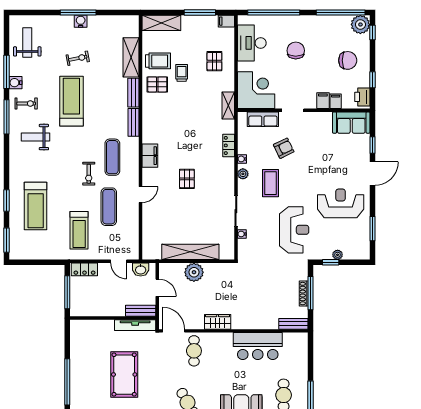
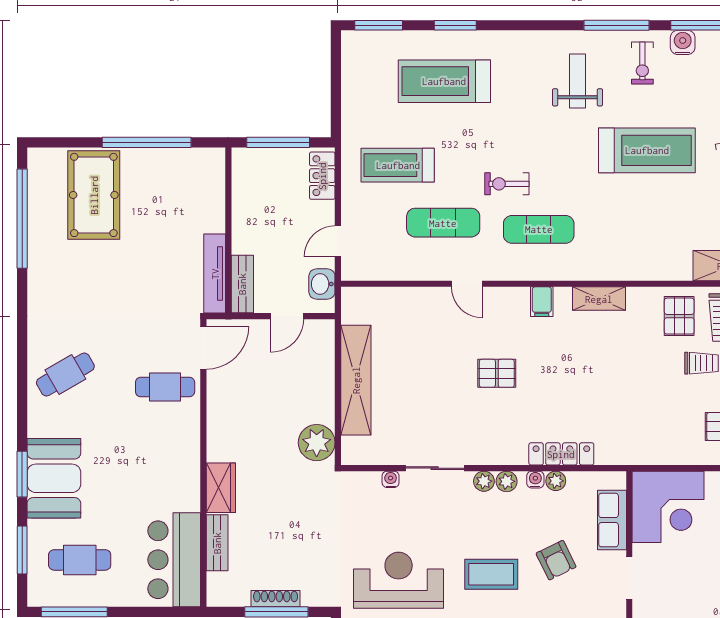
bench: (133, 93) -> (663, 270), removed
shelving: (228, 105) -> (599, 299), moved
bench: (134, 122) -> (606, 270), removed
locker: (229, 145) -> (561, 454), width x1.53
plant: (243, 148) -> (556, 481), added
filing cabinet: (150, 156) -> (542, 302), width x0.50
coffee table: (271, 183) -> (491, 574), moved
plant: (243, 186) -> (484, 481), added
reception desk: (294, 230) -> (399, 580), turned 180
plant: (194, 272) -> (317, 443), moved
wardrobe: (218, 322) -> (221, 488), moved
bench: (293, 324) -> (217, 543), moved
bar counter: (258, 346) -> (174, 560), moved
pool table: (124, 375) -> (94, 195), moved, turned 90
window: (67, 382) -> (147, 142), moved

